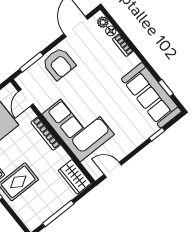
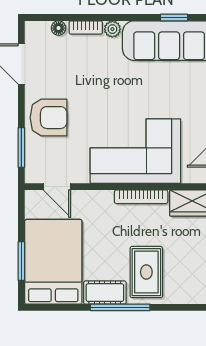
plant: (103, 22) -> (112, 29), moved
bookcase: (46, 134) -> (141, 197), moved

